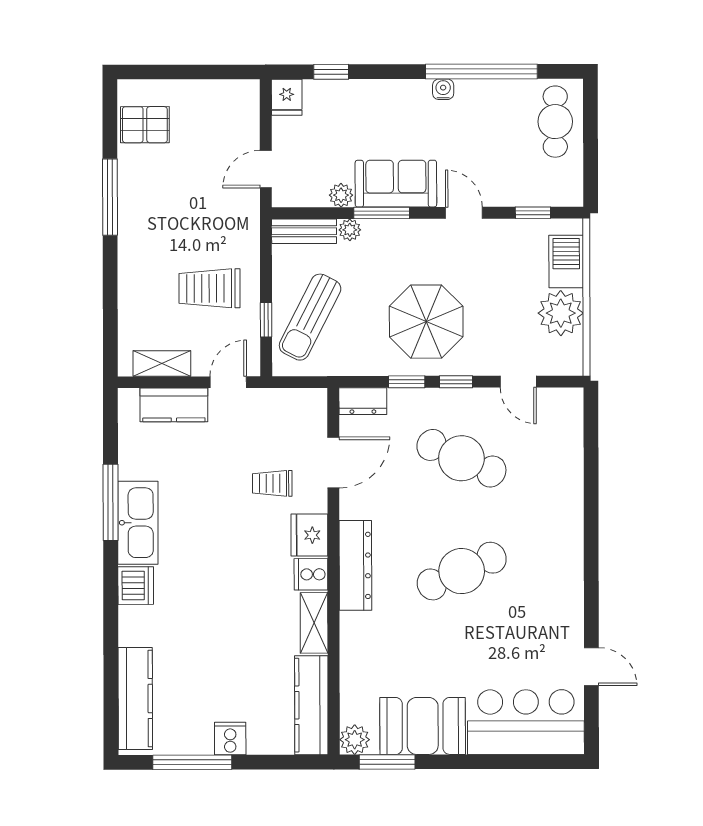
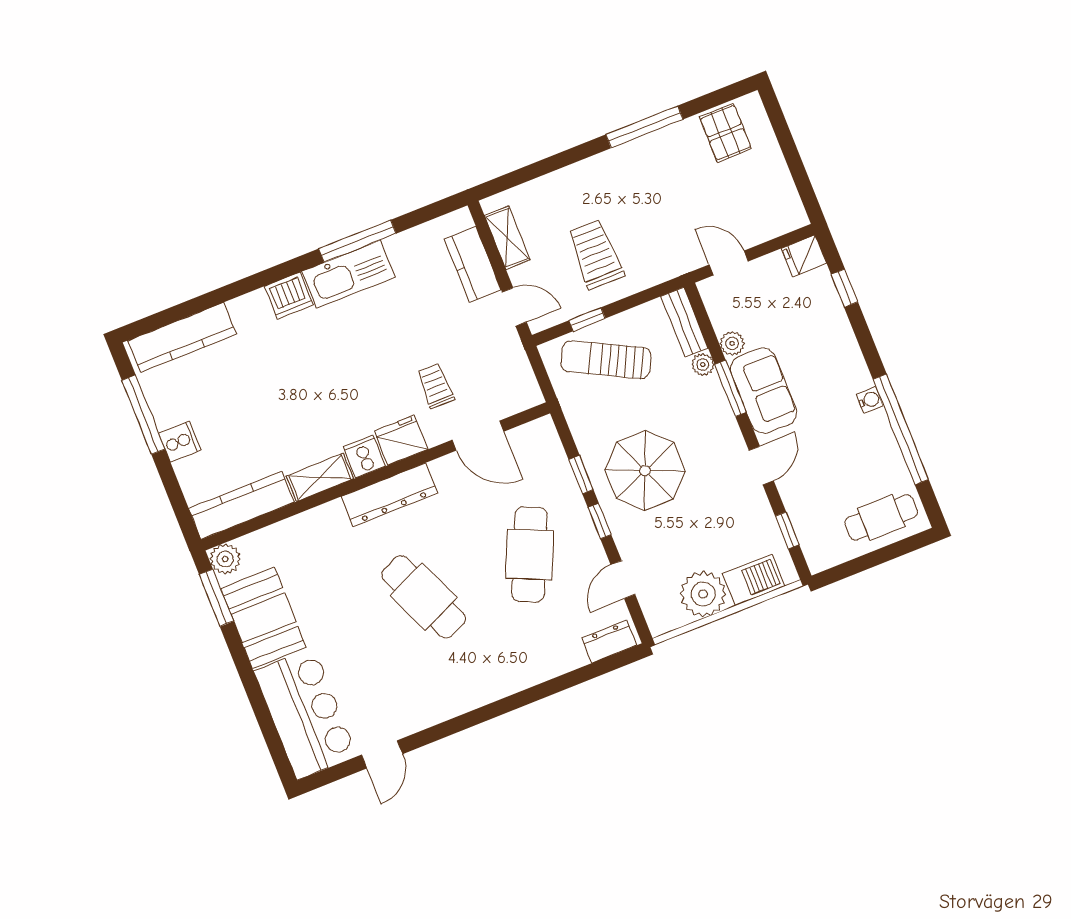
dresser: (363, 401) -> (609, 642), moved, turned 90

